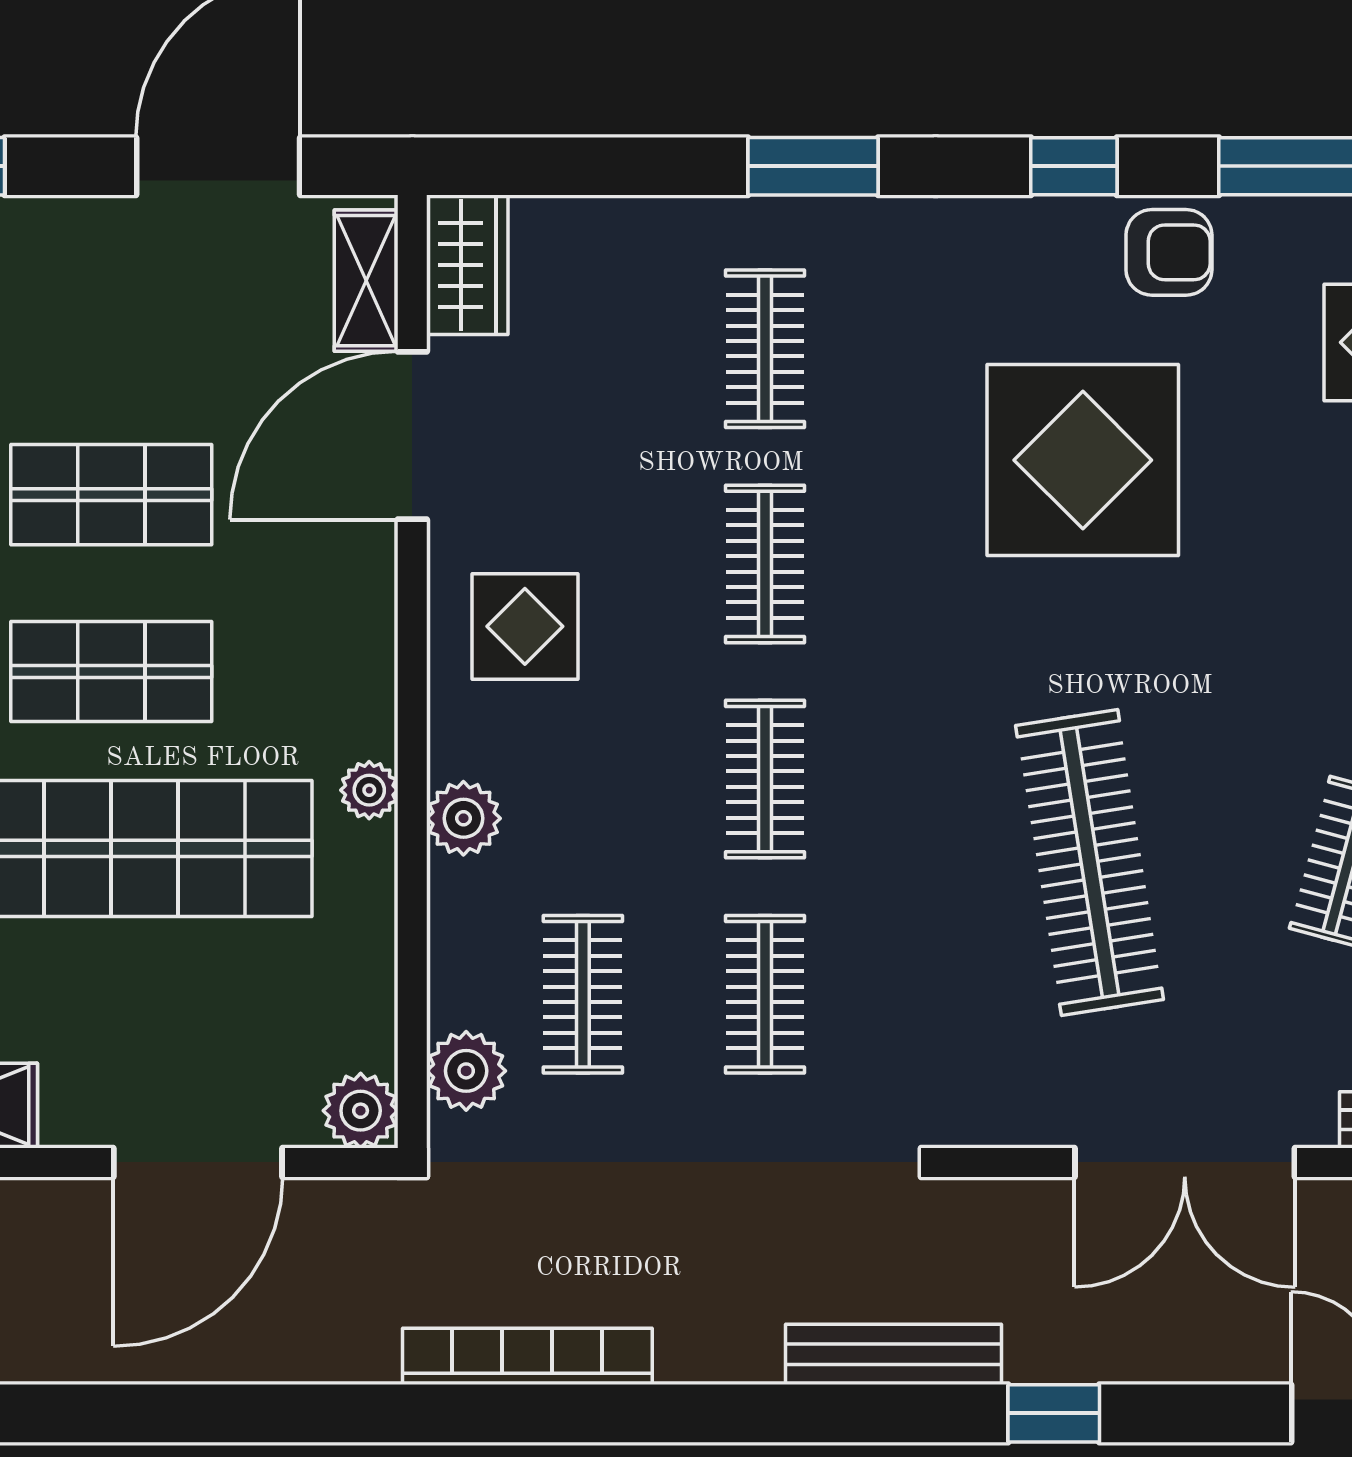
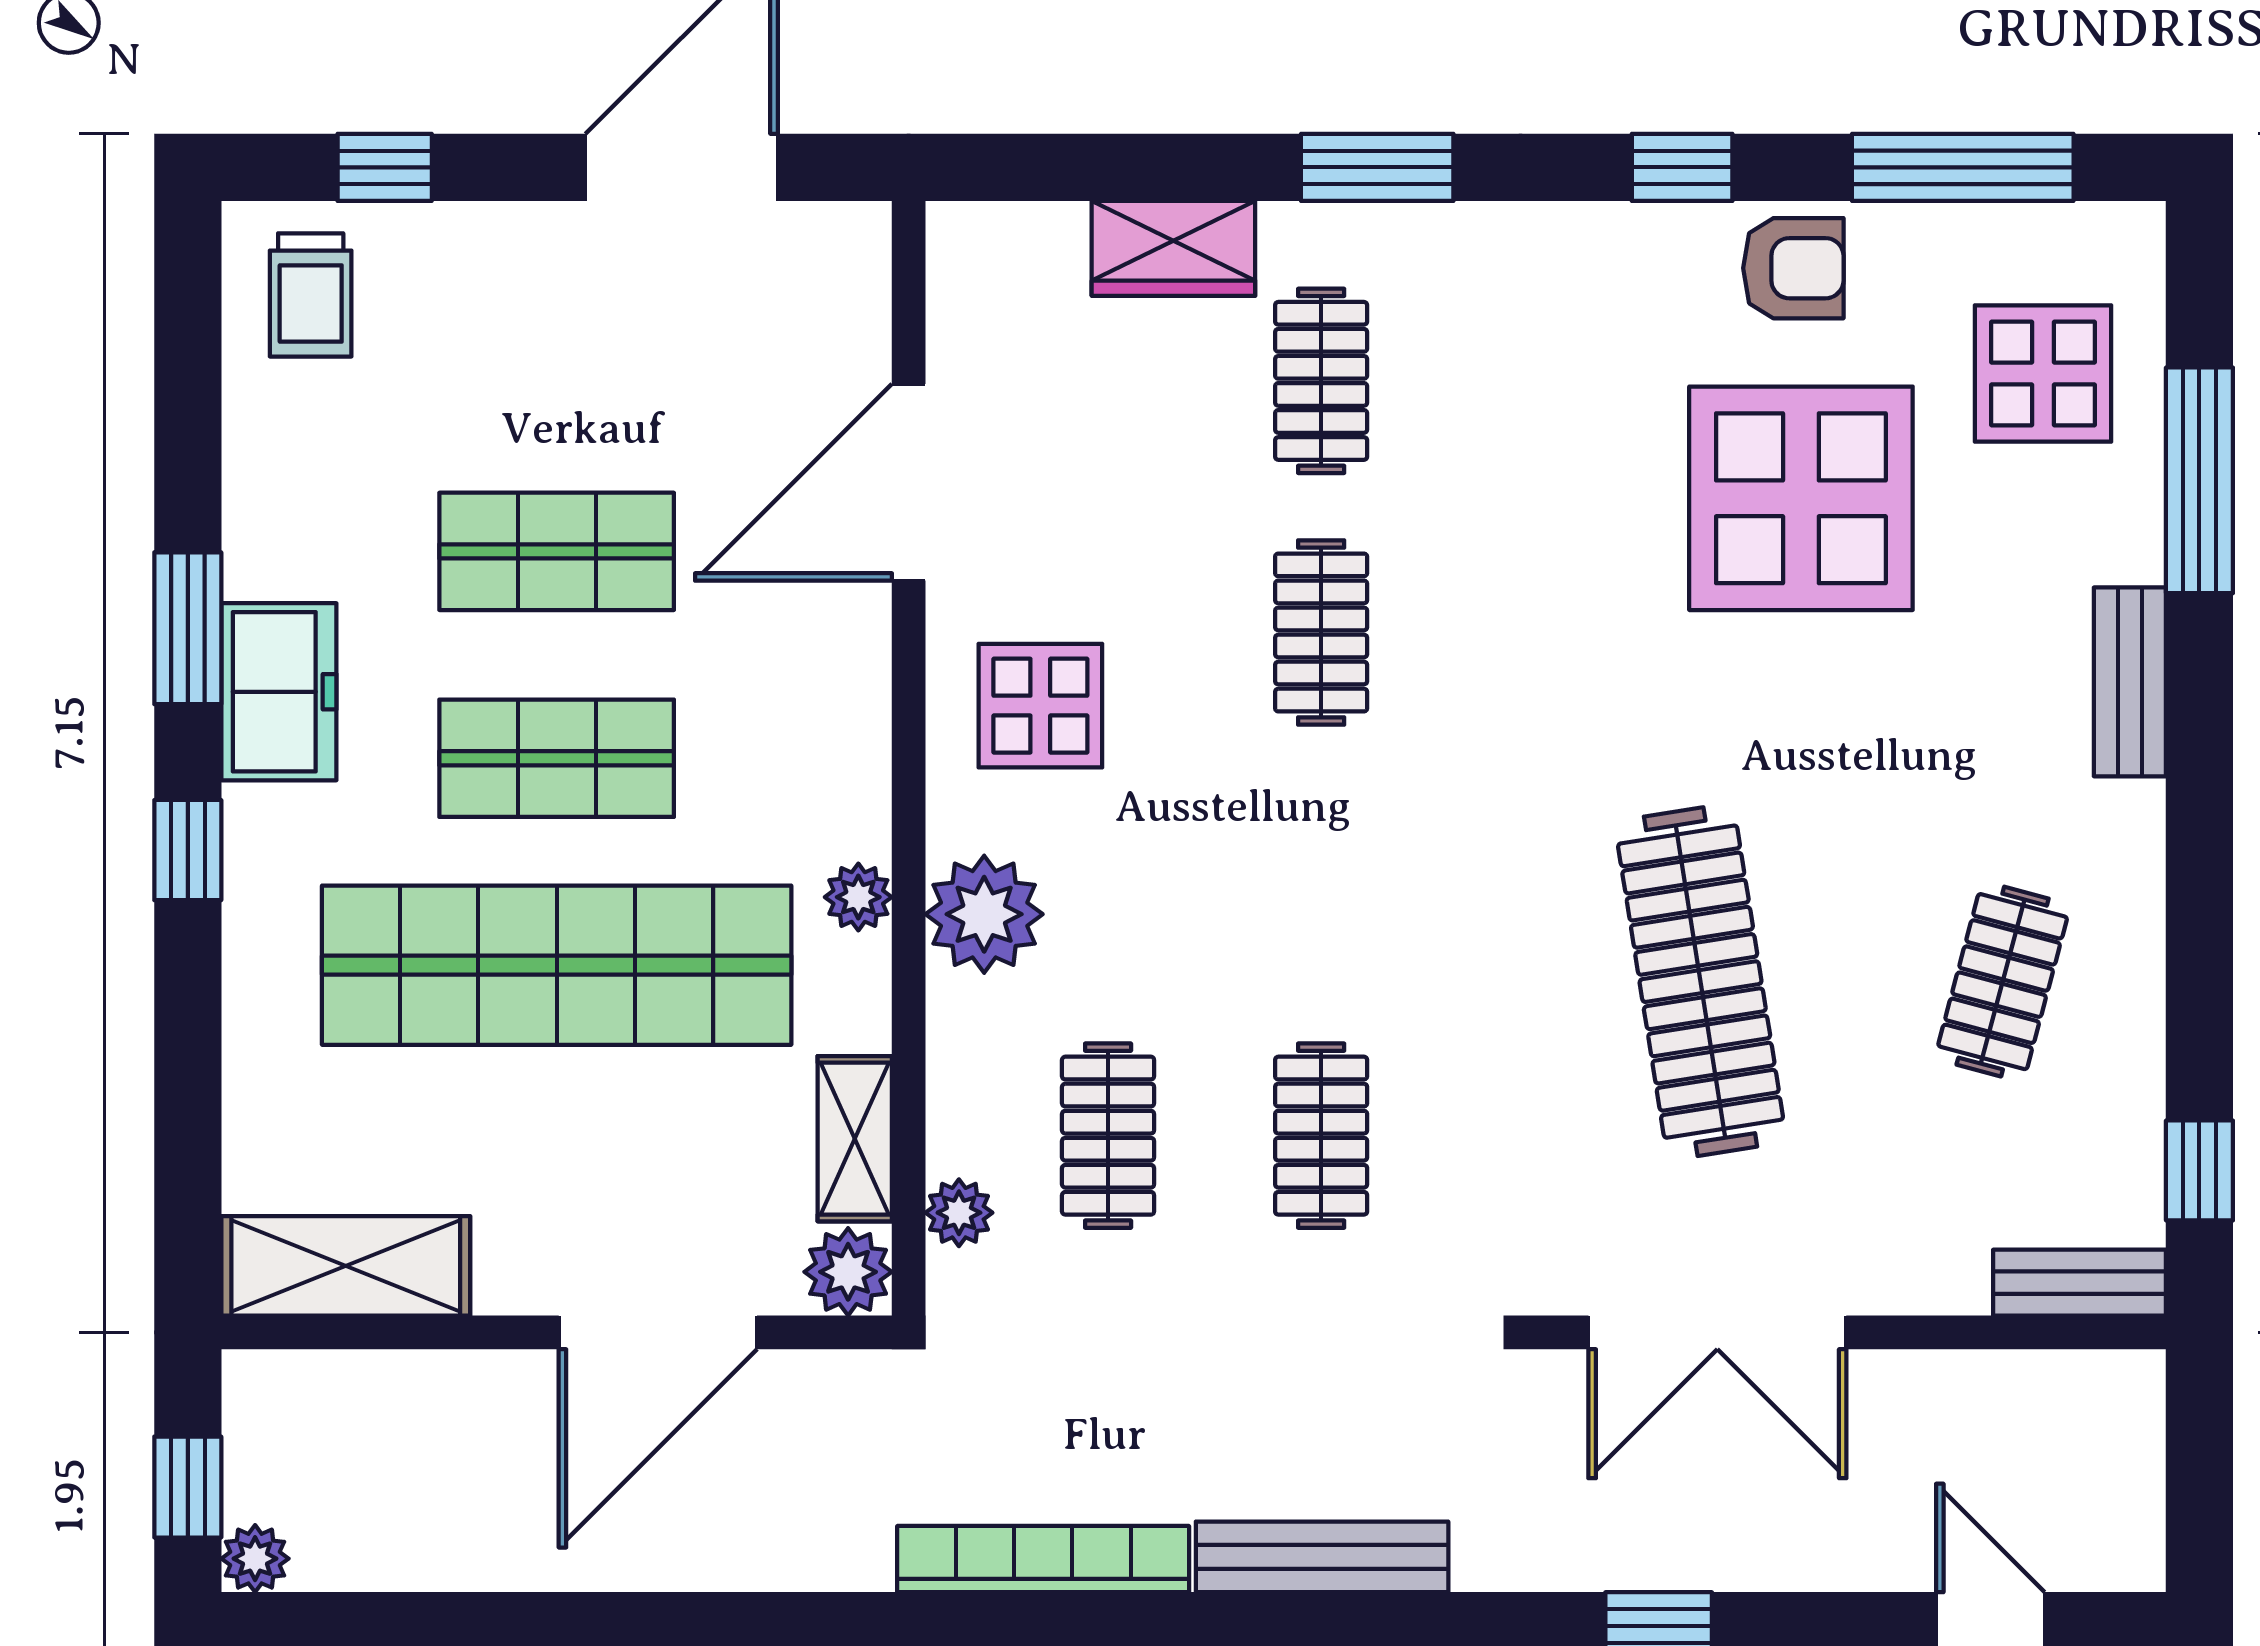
wardrobe: (467, 265) -> (1173, 248), moved, turned 90
shelving: (366, 281) -> (855, 1139), moved
display table: (1083, 460) -> (1801, 498), moved
clothes rail: (765, 779) -> (1321, 884), removed
plant: (463, 818) -> (984, 914), width x1.36, depth x1.36
plant: (466, 1071) -> (959, 1213), width x0.73, depth x0.73
double door: (1185, 1162) -> (1717, 1332), moved
bench: (894, 1354) -> (1322, 1557), moved

